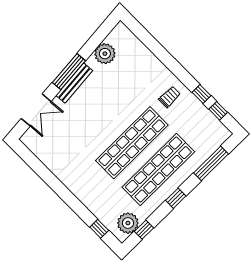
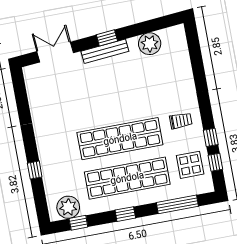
window: (69, 72) -> (107, 38), width x0.46
double door: (36, 110) -> (55, 52), swing flipped
display table: (200, 126) -> (190, 165), added
window: (99, 229) -> (35, 170), moved

